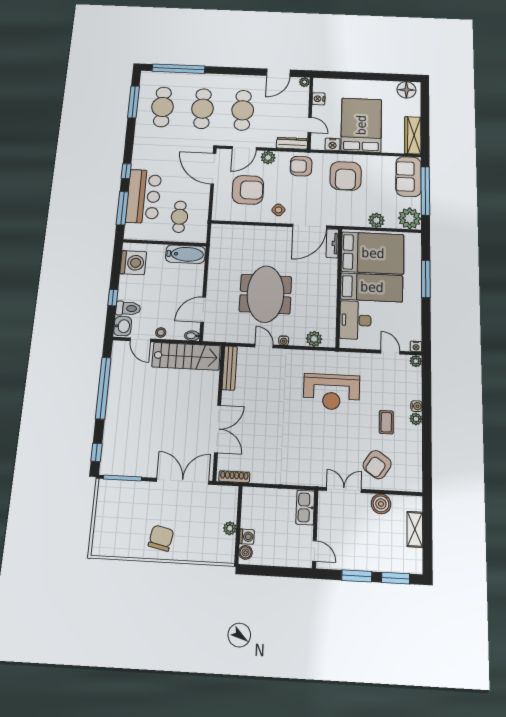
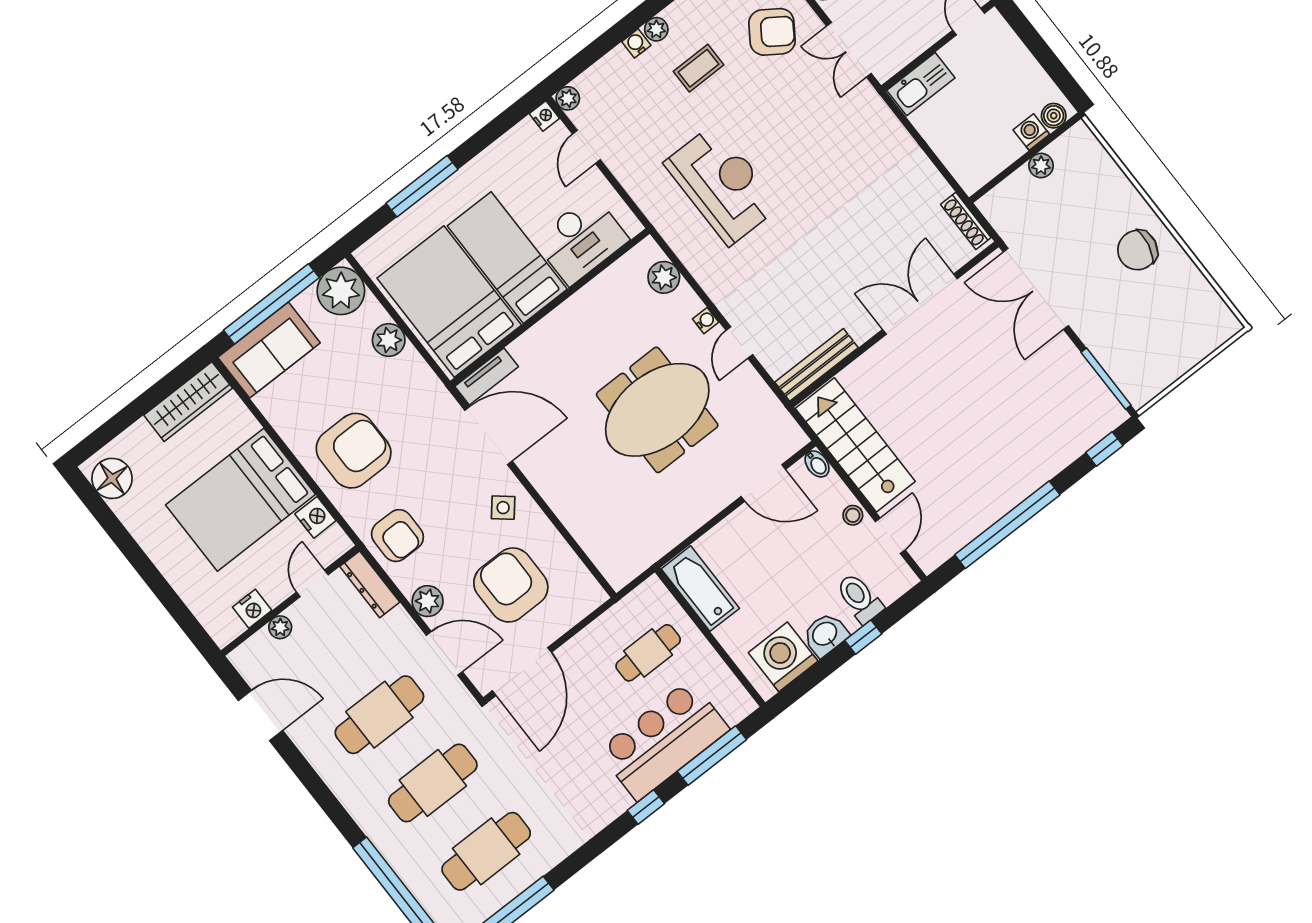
plant: (304, 82) -> (280, 627), moved
washbasin: (123, 326) -> (825, 634), moved

